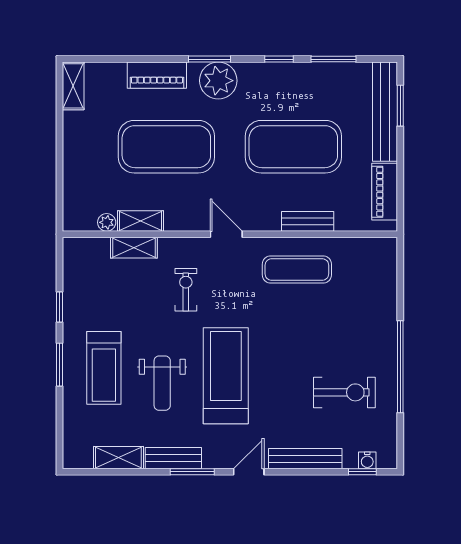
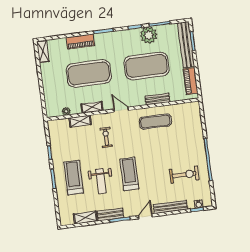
plant: (218, 81) -> (149, 35), moved
shelving: (141, 221) -> (92, 107), moved
treadmill: (104, 368) -> (73, 178), turned 180
treadmill: (226, 376) -> (129, 174), width x0.73, depth x0.73

